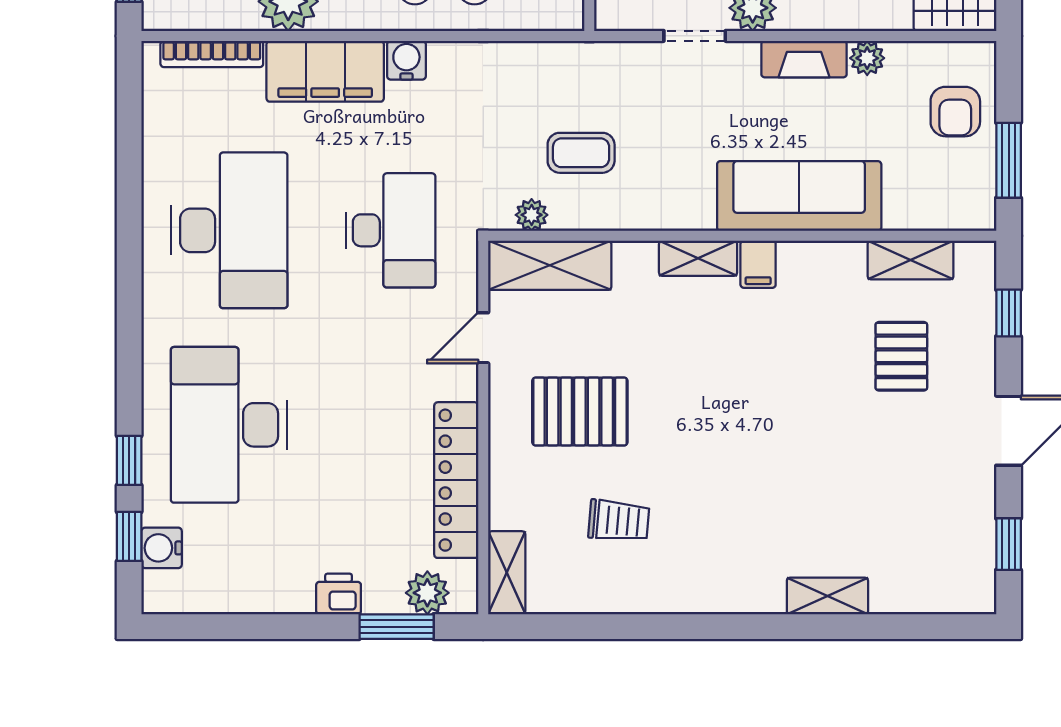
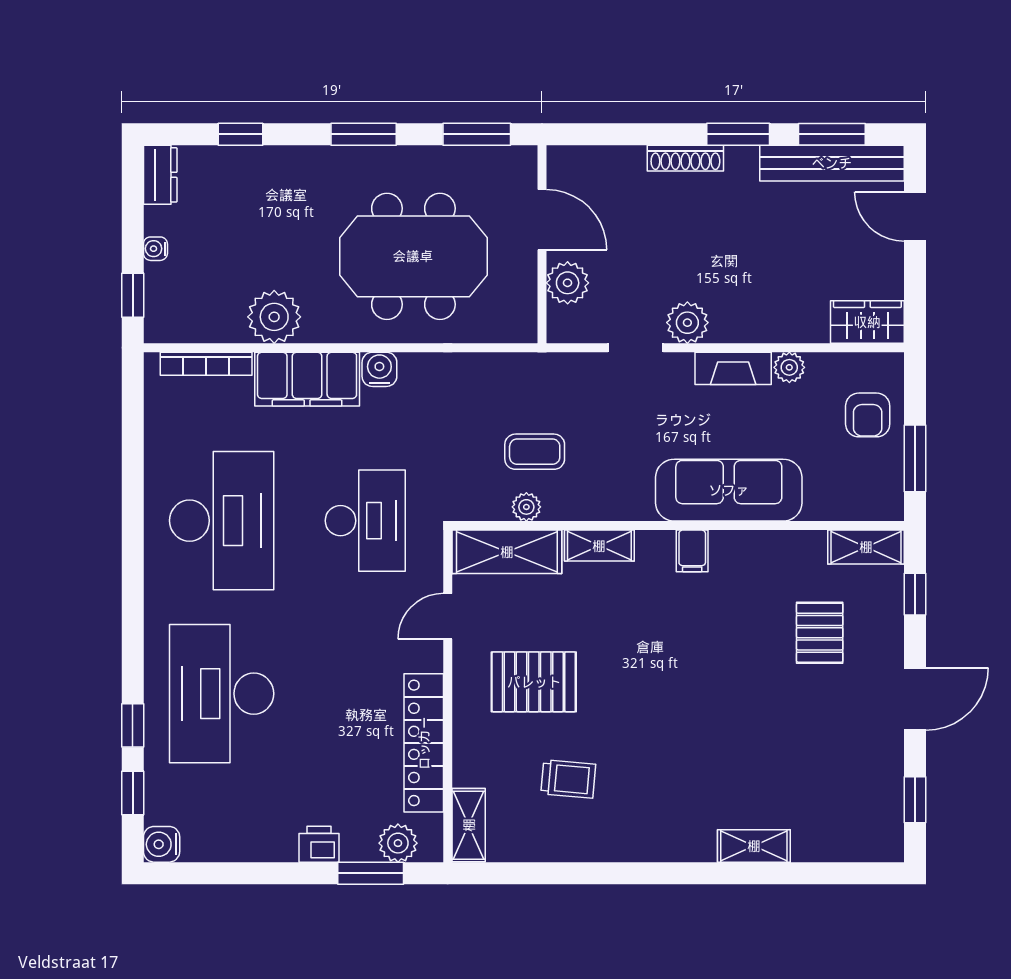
plant: (532, 215) -> (526, 507), moved
shelving: (698, 258) -> (599, 546), moved
shelving: (911, 260) -> (866, 547), moved
water cooler: (162, 548) -> (162, 844), moved

